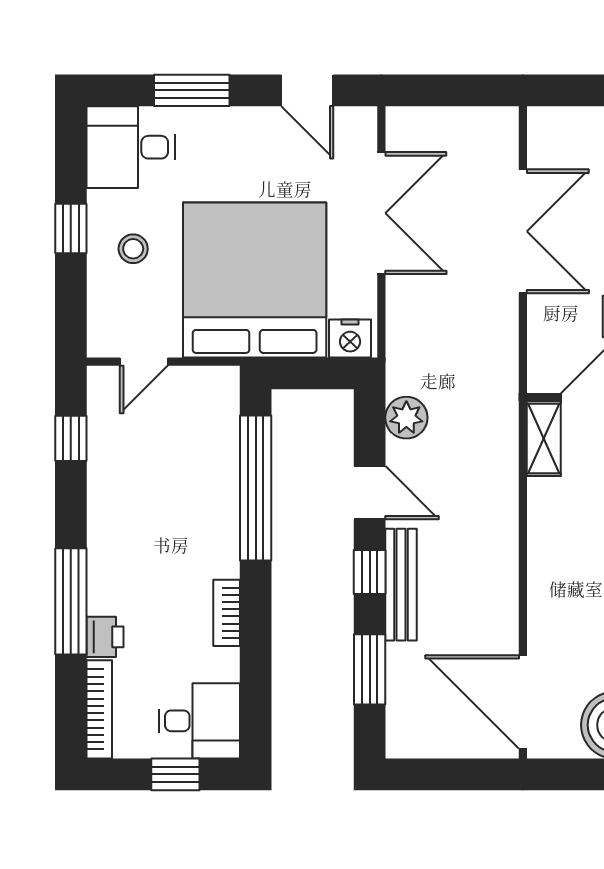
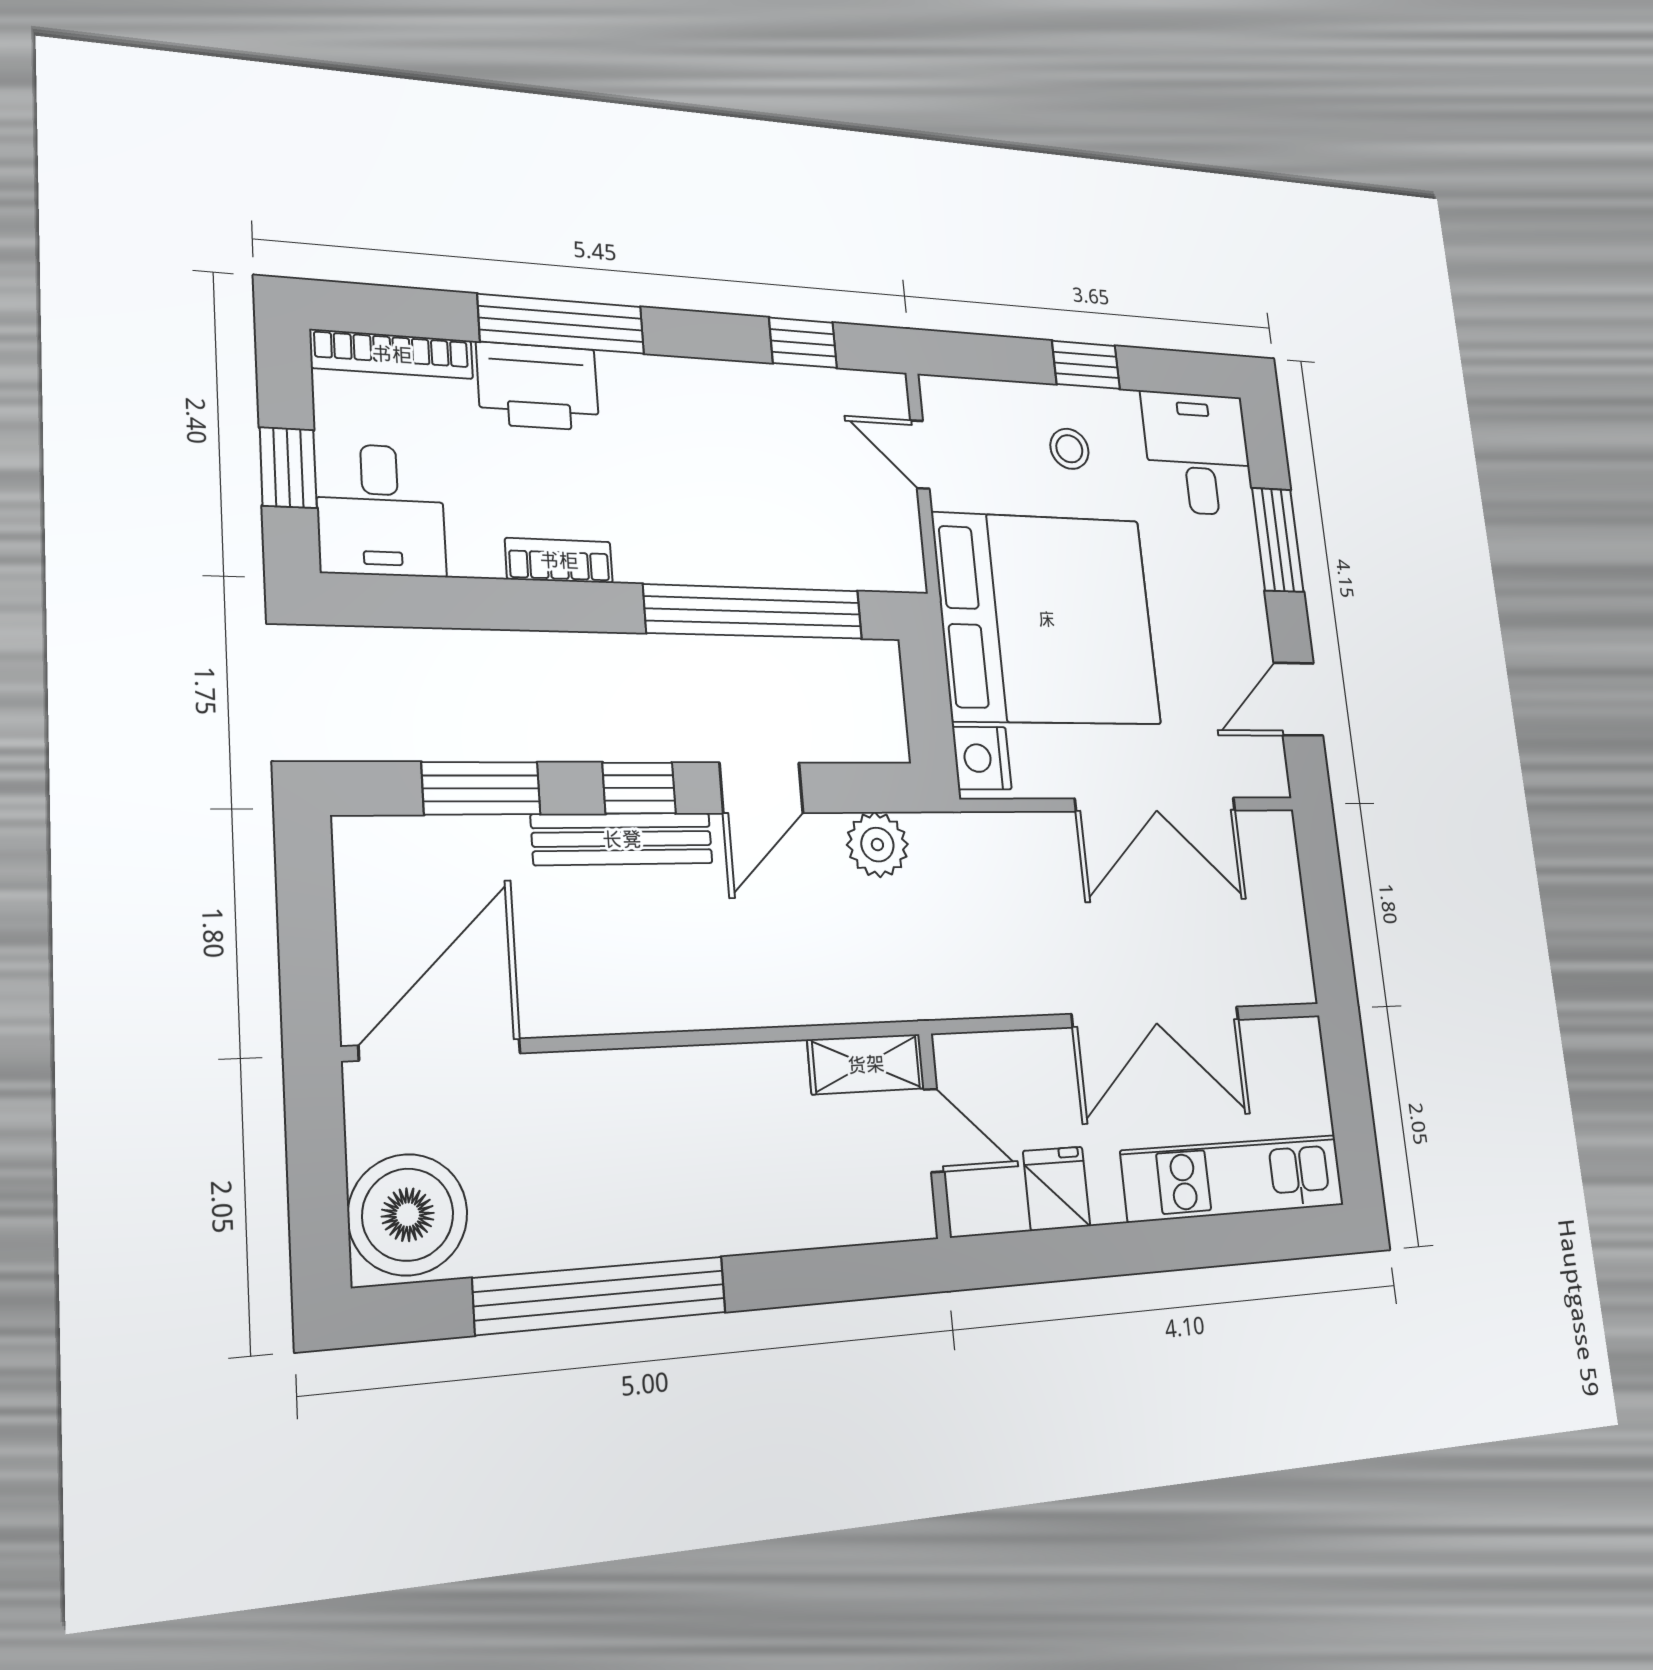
printer: (105, 637) -> (538, 386), width x1.87, depth x1.48

